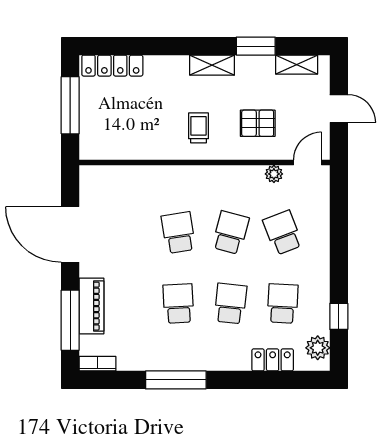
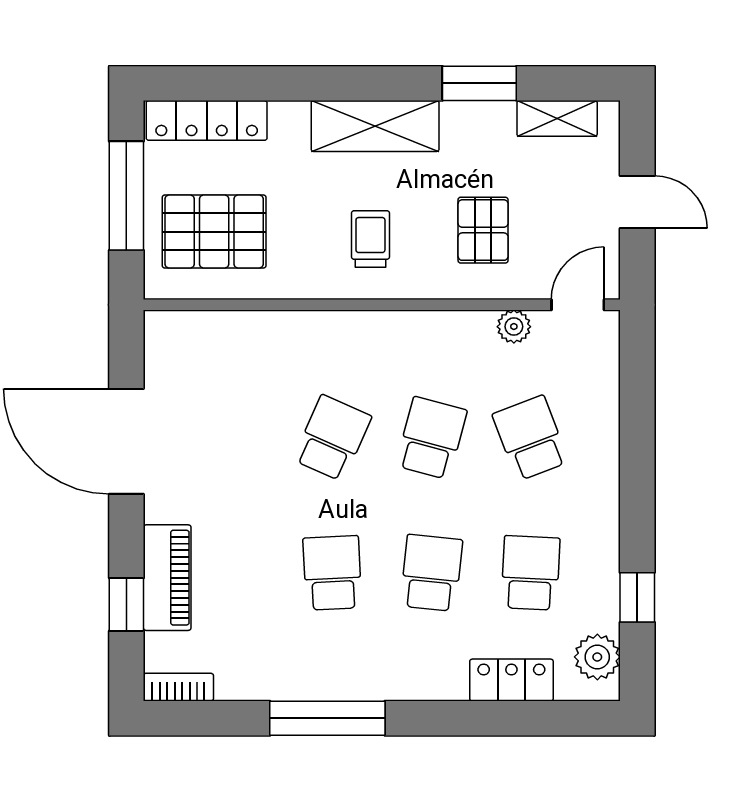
shelving: (212, 65) -> (375, 126), width x1.50, depth x1.33
pallet: (258, 123) -> (483, 230), turned 90
pallet: (116, 124) -> (214, 232), added
school desk: (178, 233) -> (332, 438), turned 33
window: (70, 320) -> (126, 605), width x0.46

